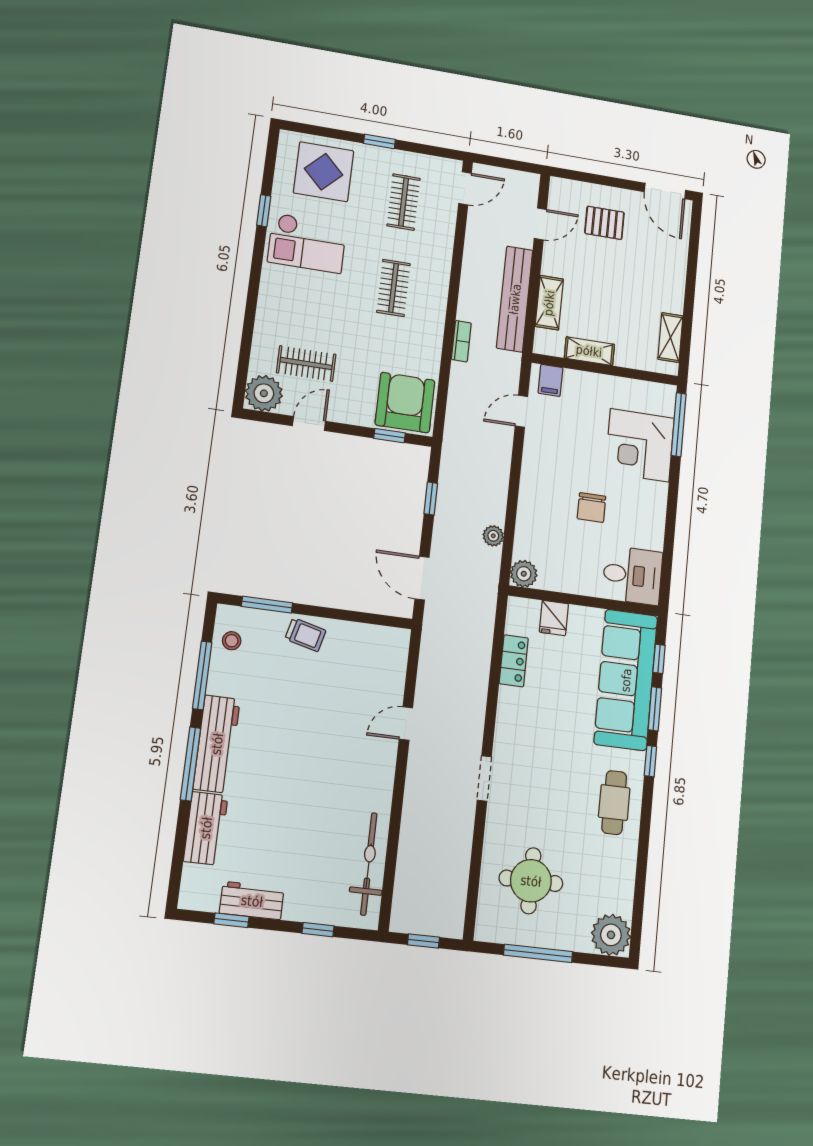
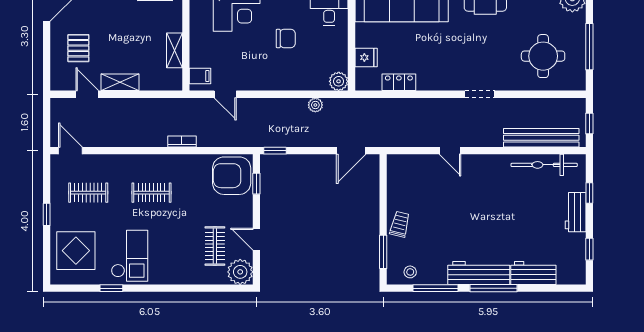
bench: (515, 299) -> (541, 138), moved
shelving: (549, 303) -> (120, 82), moved
window: (431, 498) -> (275, 151), moved
workbench: (252, 901) -> (576, 212), moved

